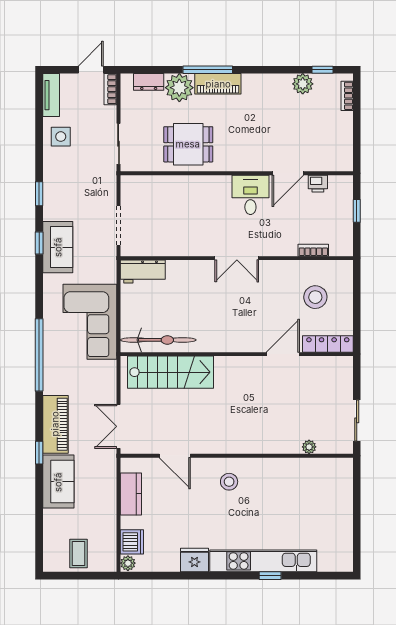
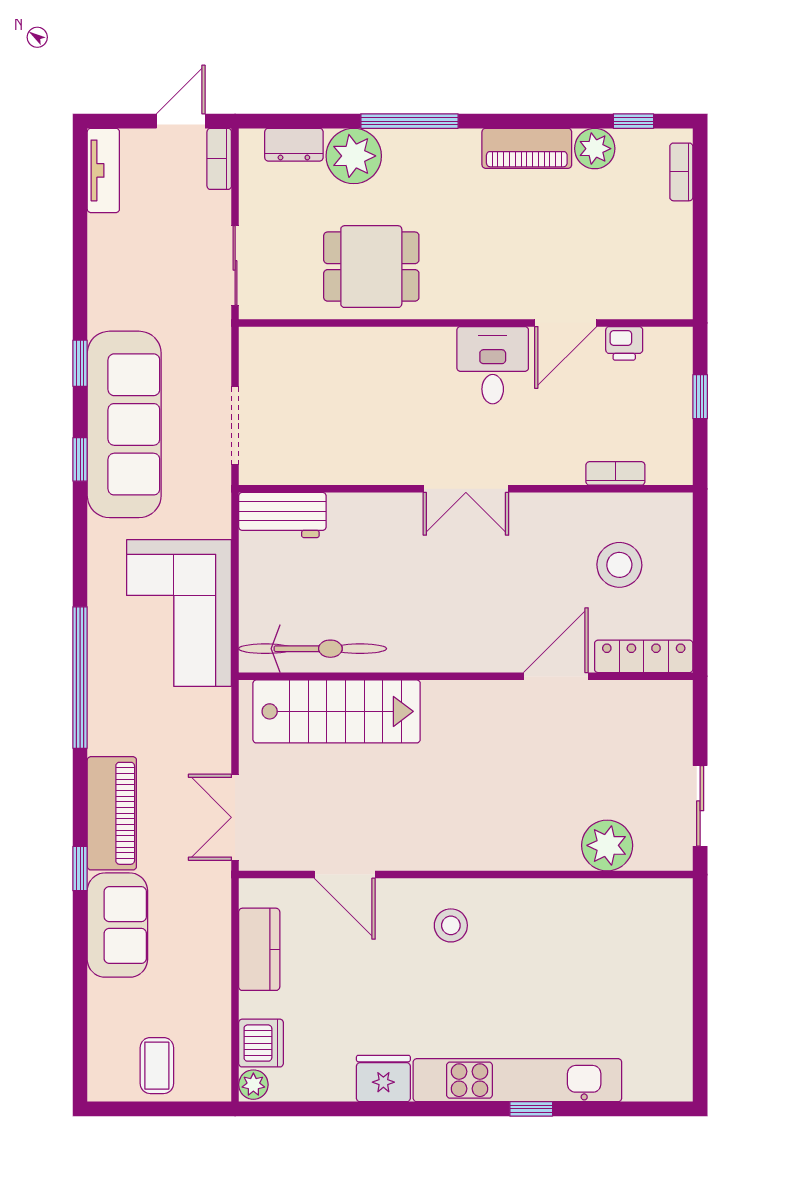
piano: (218, 84) -> (527, 148), moved
side table: (61, 137) -> (122, 251), removed
sofa: (58, 247) -> (124, 424), width x1.85, depth x1.27
plant: (309, 447) -> (607, 845), width x1.88, depth x1.88

